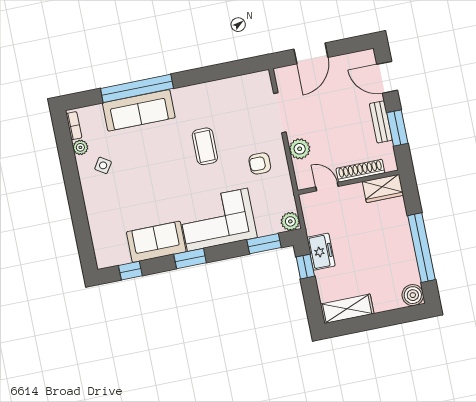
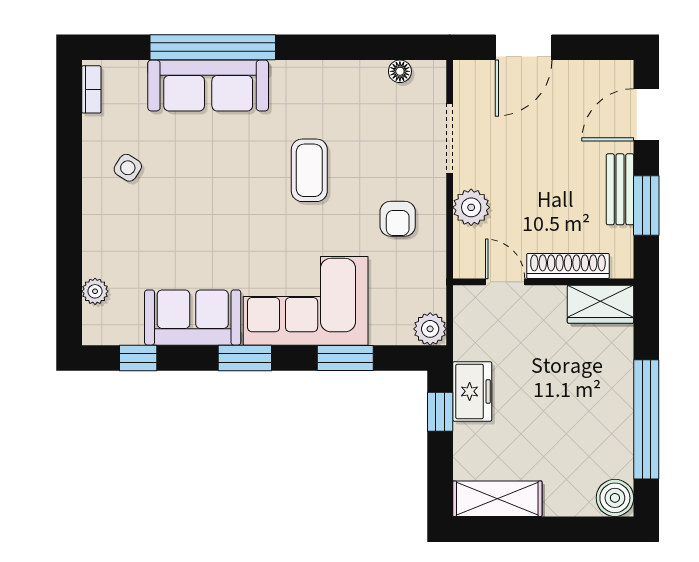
door: (387, 77) -> (646, 115), hinge flipped
floor lamp: (244, 81) -> (400, 71), added
plant: (80, 147) -> (95, 291), moved
armchair: (260, 163) -> (398, 219), turned -90
window: (264, 244) -> (345, 358), moved

